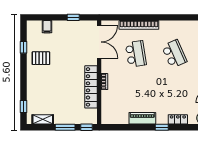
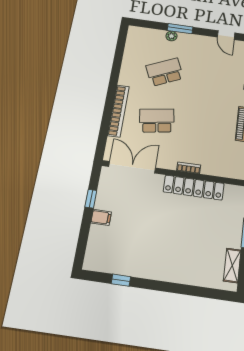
filing cabinet: (47, 27) -> (101, 217), moved
pallet: (41, 58) -> (142, 255), removed
window: (23, 107) -> (210, 293), removed

